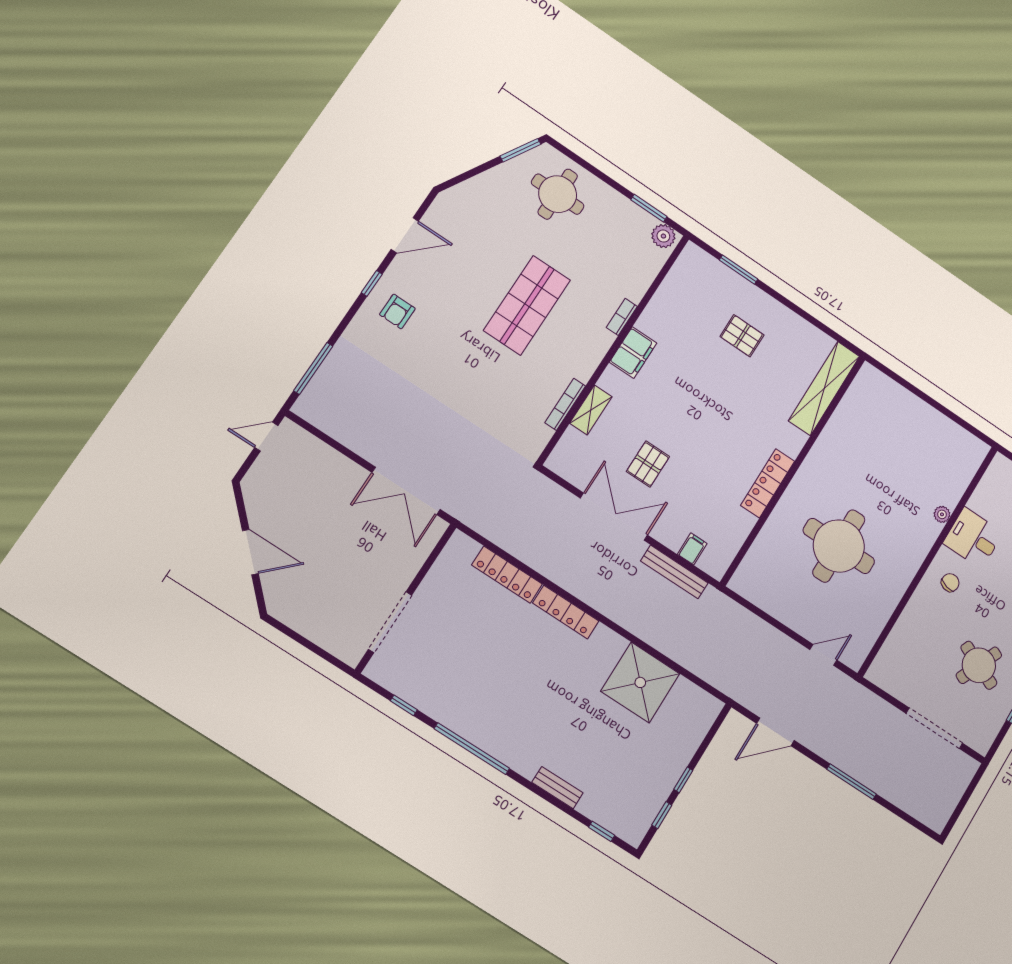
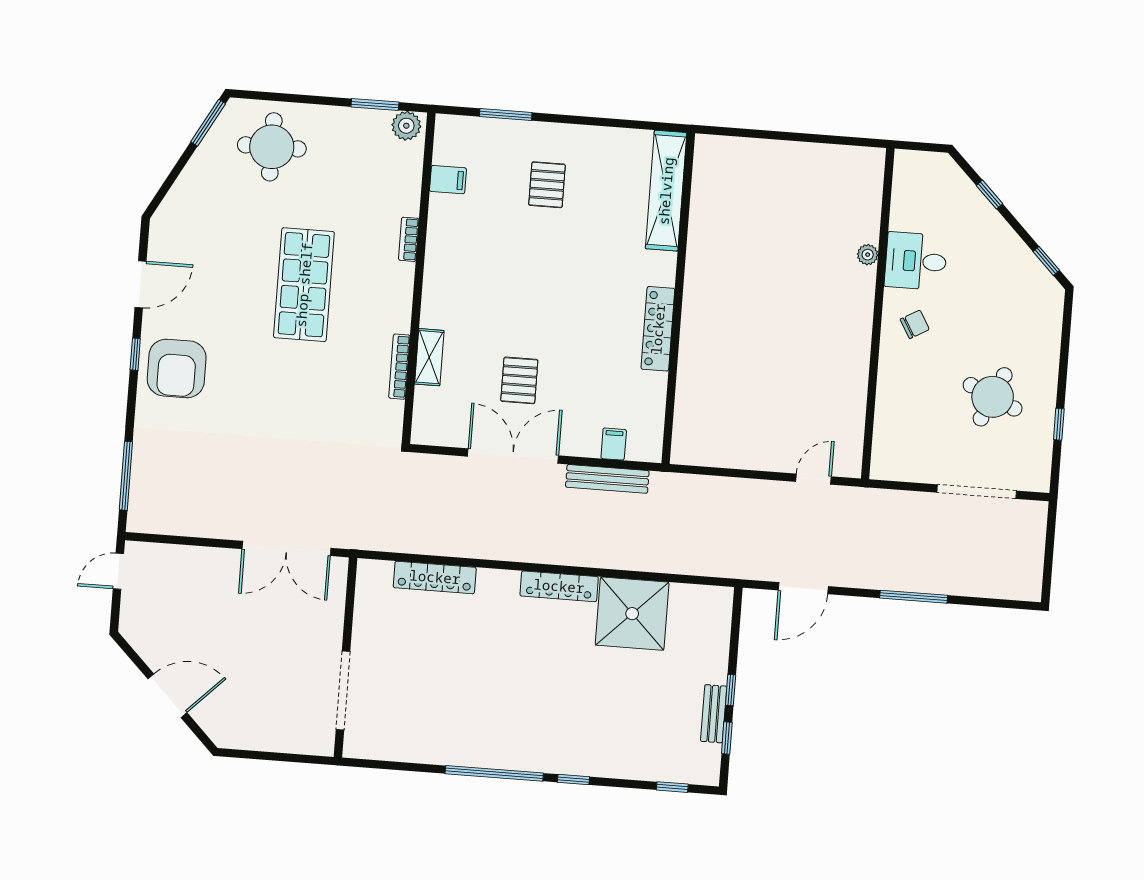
armchair: (397, 311) -> (177, 368), width x1.88, depth x1.88
pallet: (742, 336) -> (547, 185), turned 90
filing cabinet: (633, 353) -> (448, 180), moved, width x0.50
round table: (839, 546) -> (770, 353), removed
chair: (950, 583) -> (915, 324), turned 46
locker: (566, 612) -> (559, 586), moved
window: (404, 705) -> (573, 779), moved
bench: (557, 788) -> (714, 714), moved, turned 90

